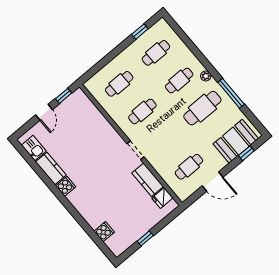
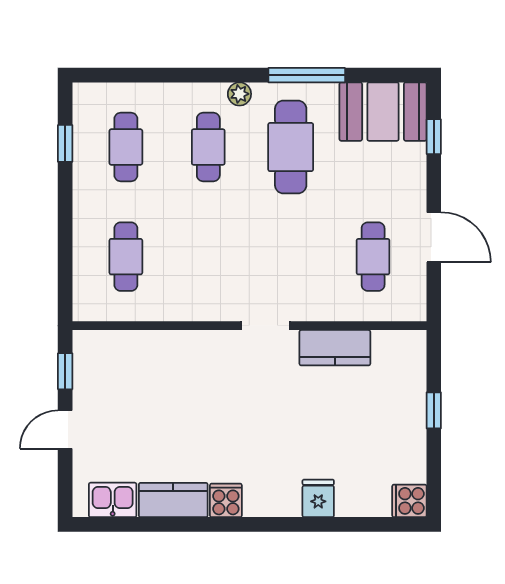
cafe table: (142, 111) -> (208, 257), removed
door: (44, 112) -> (65, 430), swing flipped
booth: (236, 141) -> (383, 112), moved, turned 90
door: (213, 182) -> (434, 237), hinge flipped
fridge: (162, 198) -> (318, 498), moved, turned 180
cooker: (104, 232) -> (409, 501), moved, turned -90
window: (145, 238) -> (434, 410), moved

